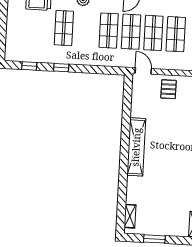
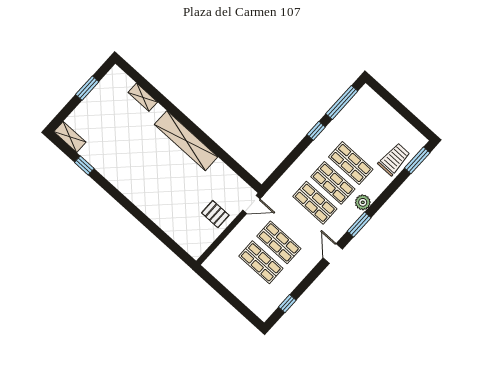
shop shelf: (131, 32) -> (333, 183), moved
window: (29, 66) -> (342, 102), width x2.17
shelving: (130, 216) -> (143, 97), moved

